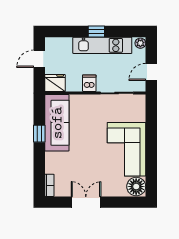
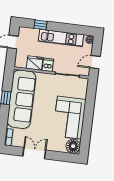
window: (96, 32) -> (40, 25), moved
fridge: (55, 83) -> (35, 63), moved
sofa: (57, 123) -> (21, 99), width x1.36, depth x1.27

